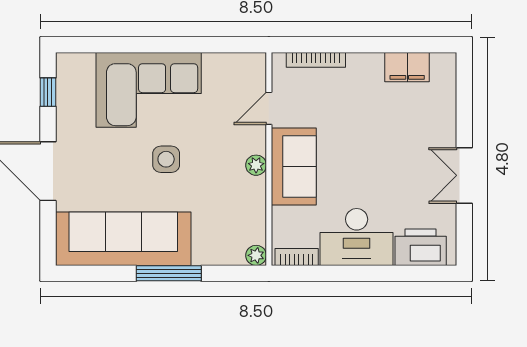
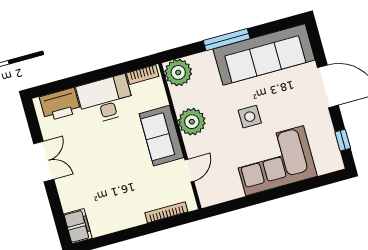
filing cabinet: (407, 67) -> (78, 226), moved, turned 90
plant: (256, 165) -> (192, 122), width x1.88, depth x1.88
plant: (256, 255) -> (178, 72), width x1.88, depth x1.88

